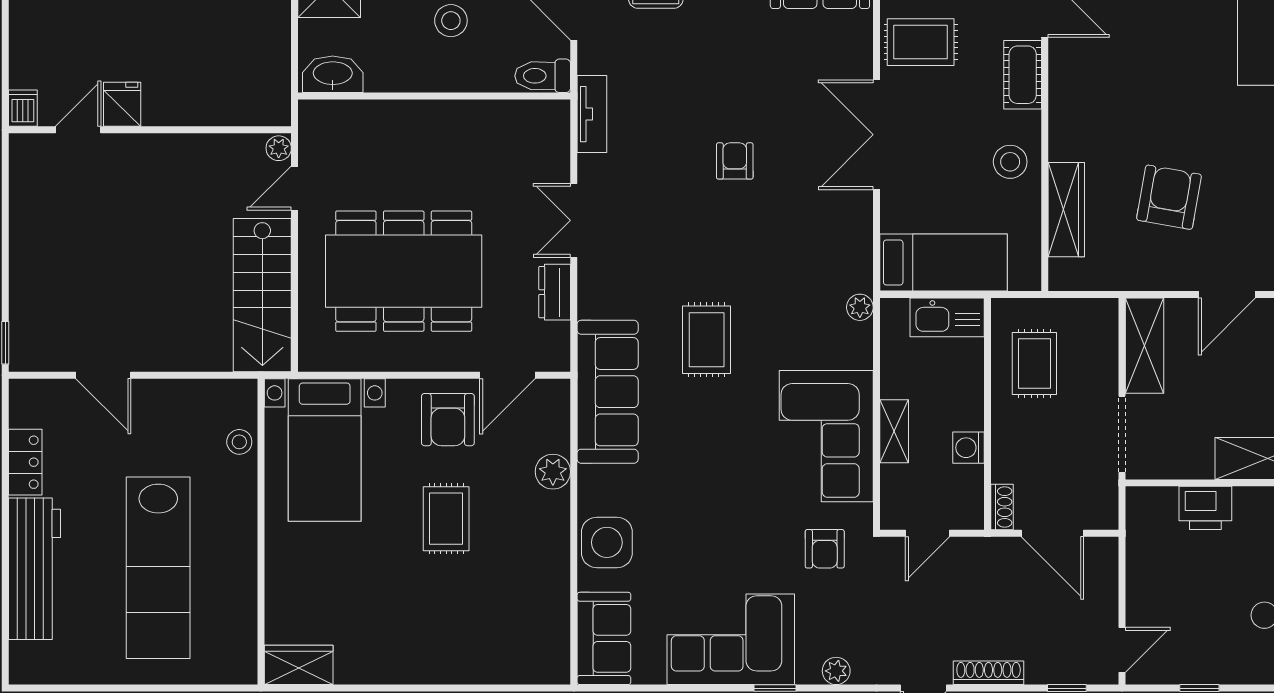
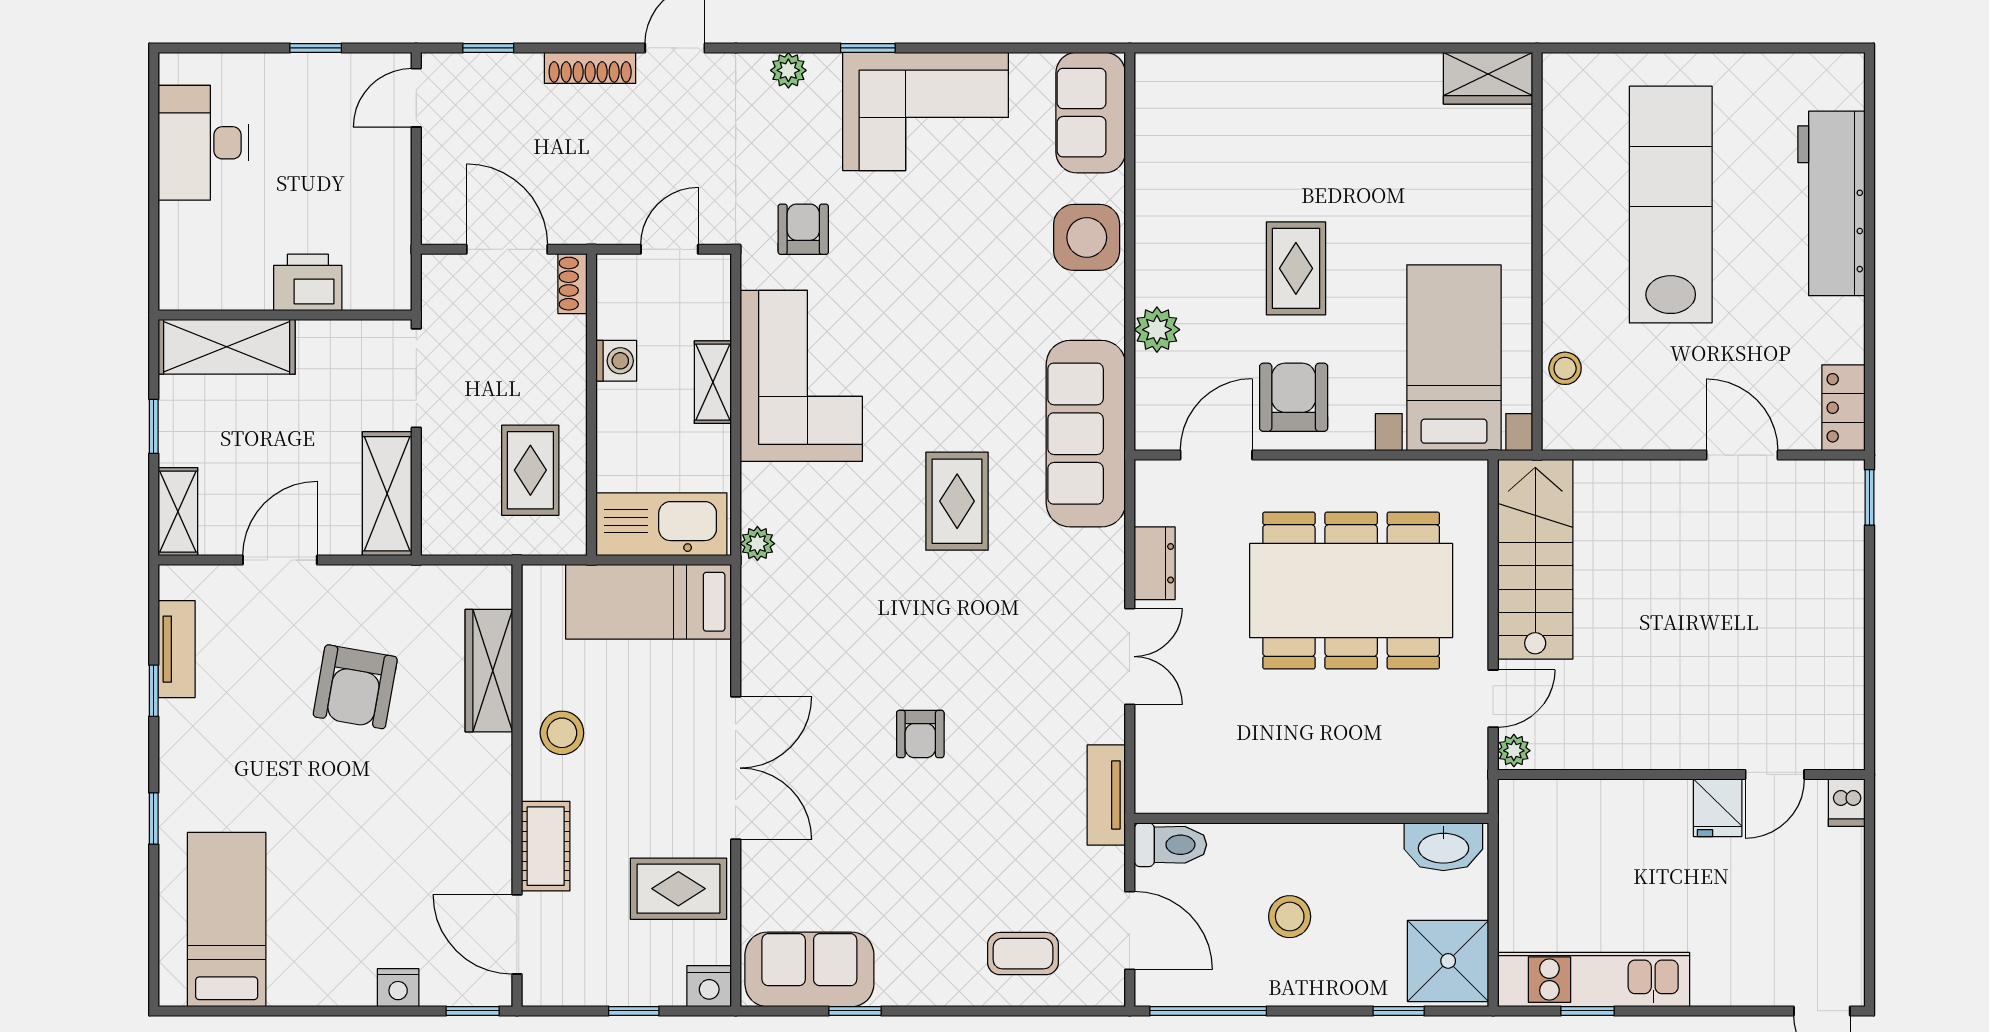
kitchen sink: (947, 317) -> (661, 524), width x1.36, depth x1.24
locker: (25, 462) -> (1844, 408), moved

